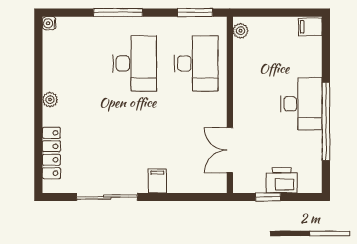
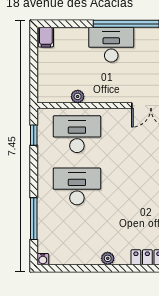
window: (118, 13) -> (34, 219), moved
window: (195, 13) -> (34, 135), width x0.67
plant: (240, 31) -> (78, 96), moved

